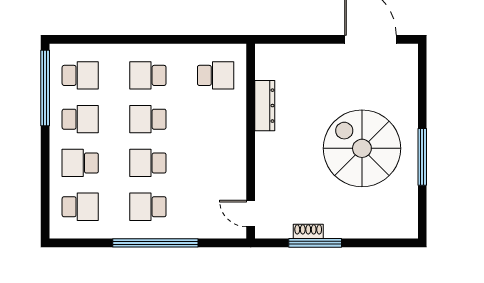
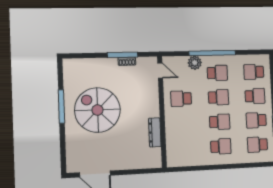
school desk: (216, 75) -> (181, 99), moved
spiral stairs: (362, 148) -> (97, 110), turned 180
plant: (188, 226) -> (195, 63), added

